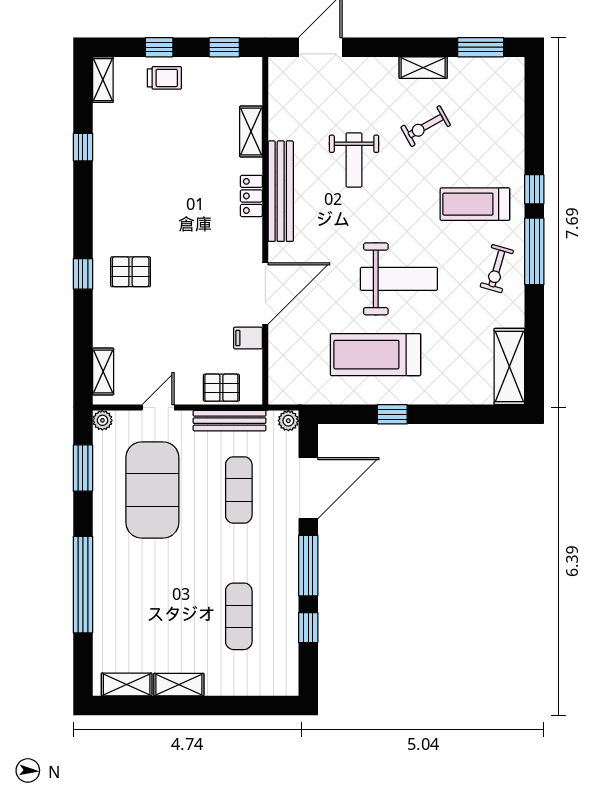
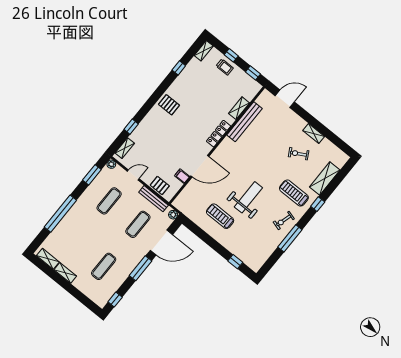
window: (481, 47) -> (338, 142), removed
weight bench: (354, 160) -> (266, 146), removed
bench: (281, 191) -> (245, 122), moved
locker: (251, 196) -> (219, 134), width x1.53
window: (534, 251) -> (290, 238), moved
pallet: (131, 272) -> (169, 105), moved
window: (83, 274) -> (131, 127), moved
weight bench: (399, 279) -> (248, 197), turned -90
treadmill: (375, 355) -> (220, 216), width x0.73, depth x0.73
shelving: (509, 367) -> (325, 179), moved
window: (392, 414) -> (235, 262), moved
exercise mat: (152, 490) -> (109, 201), width x0.50, depth x0.69
window: (308, 628) -> (115, 300), moved

